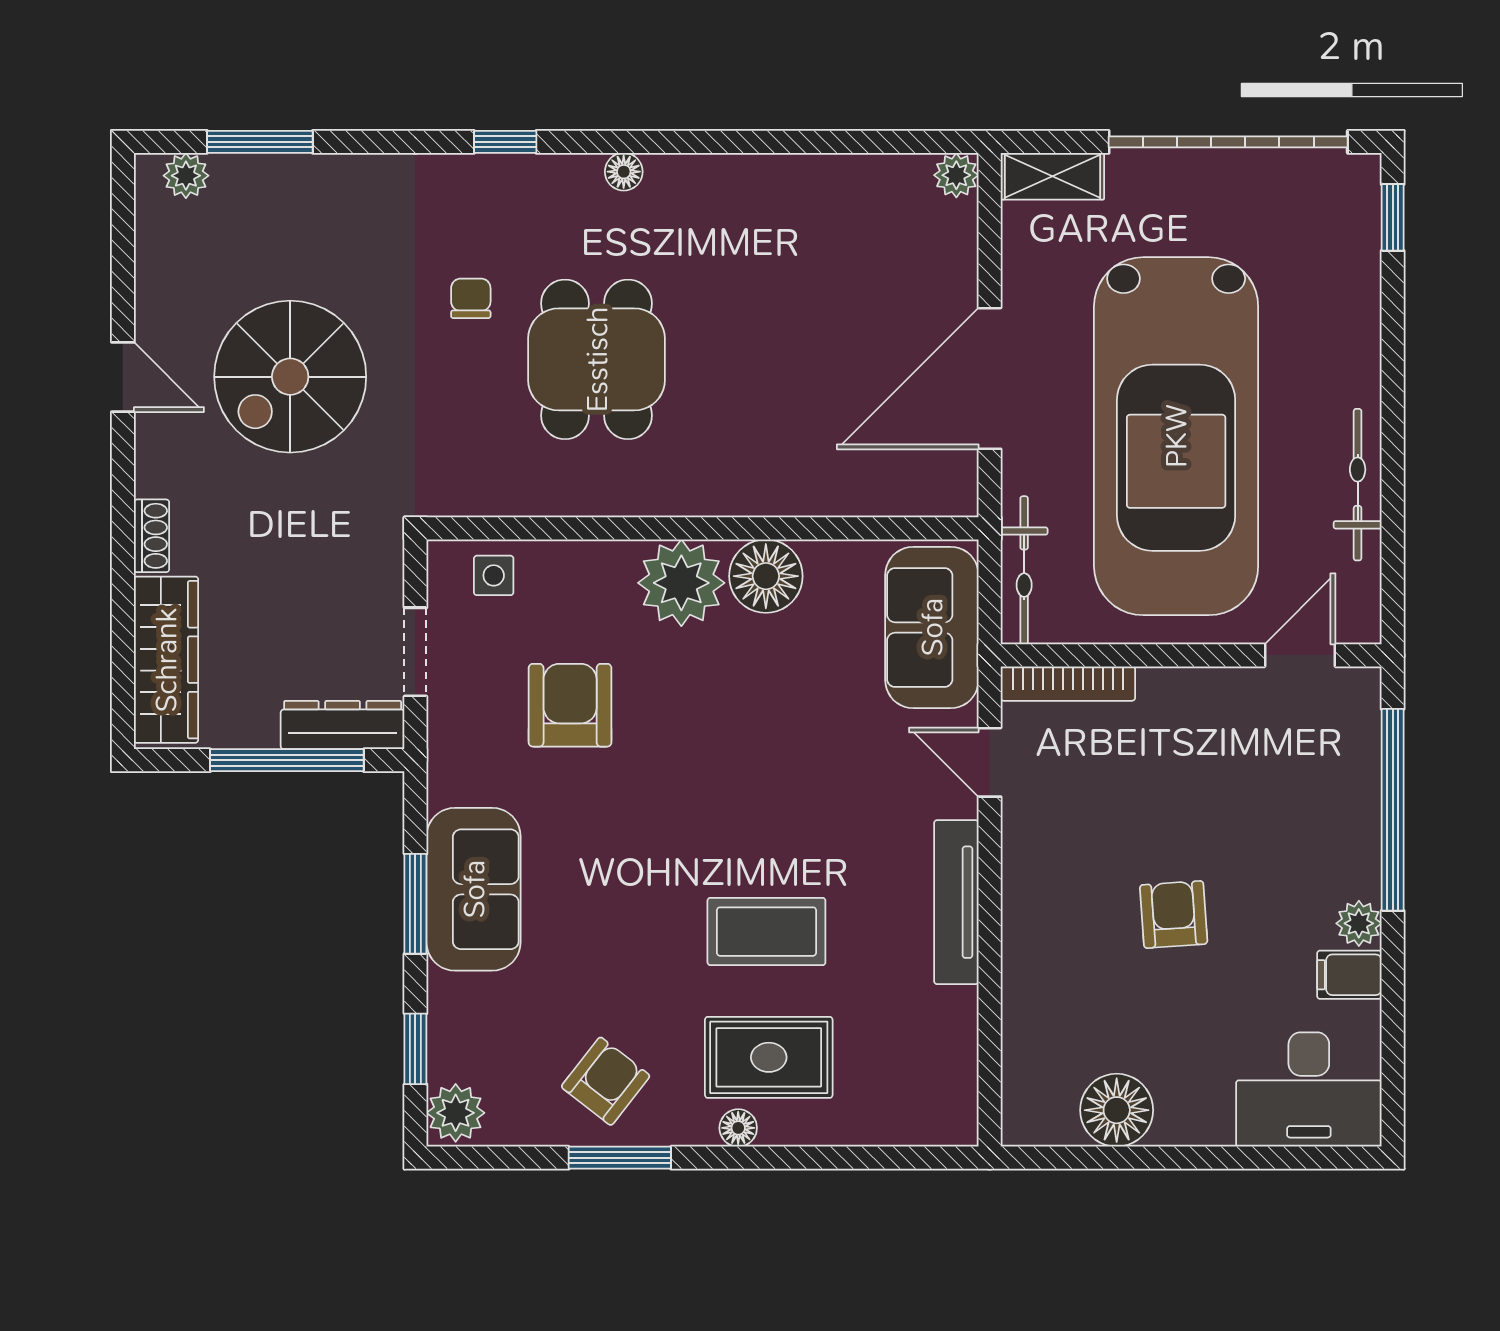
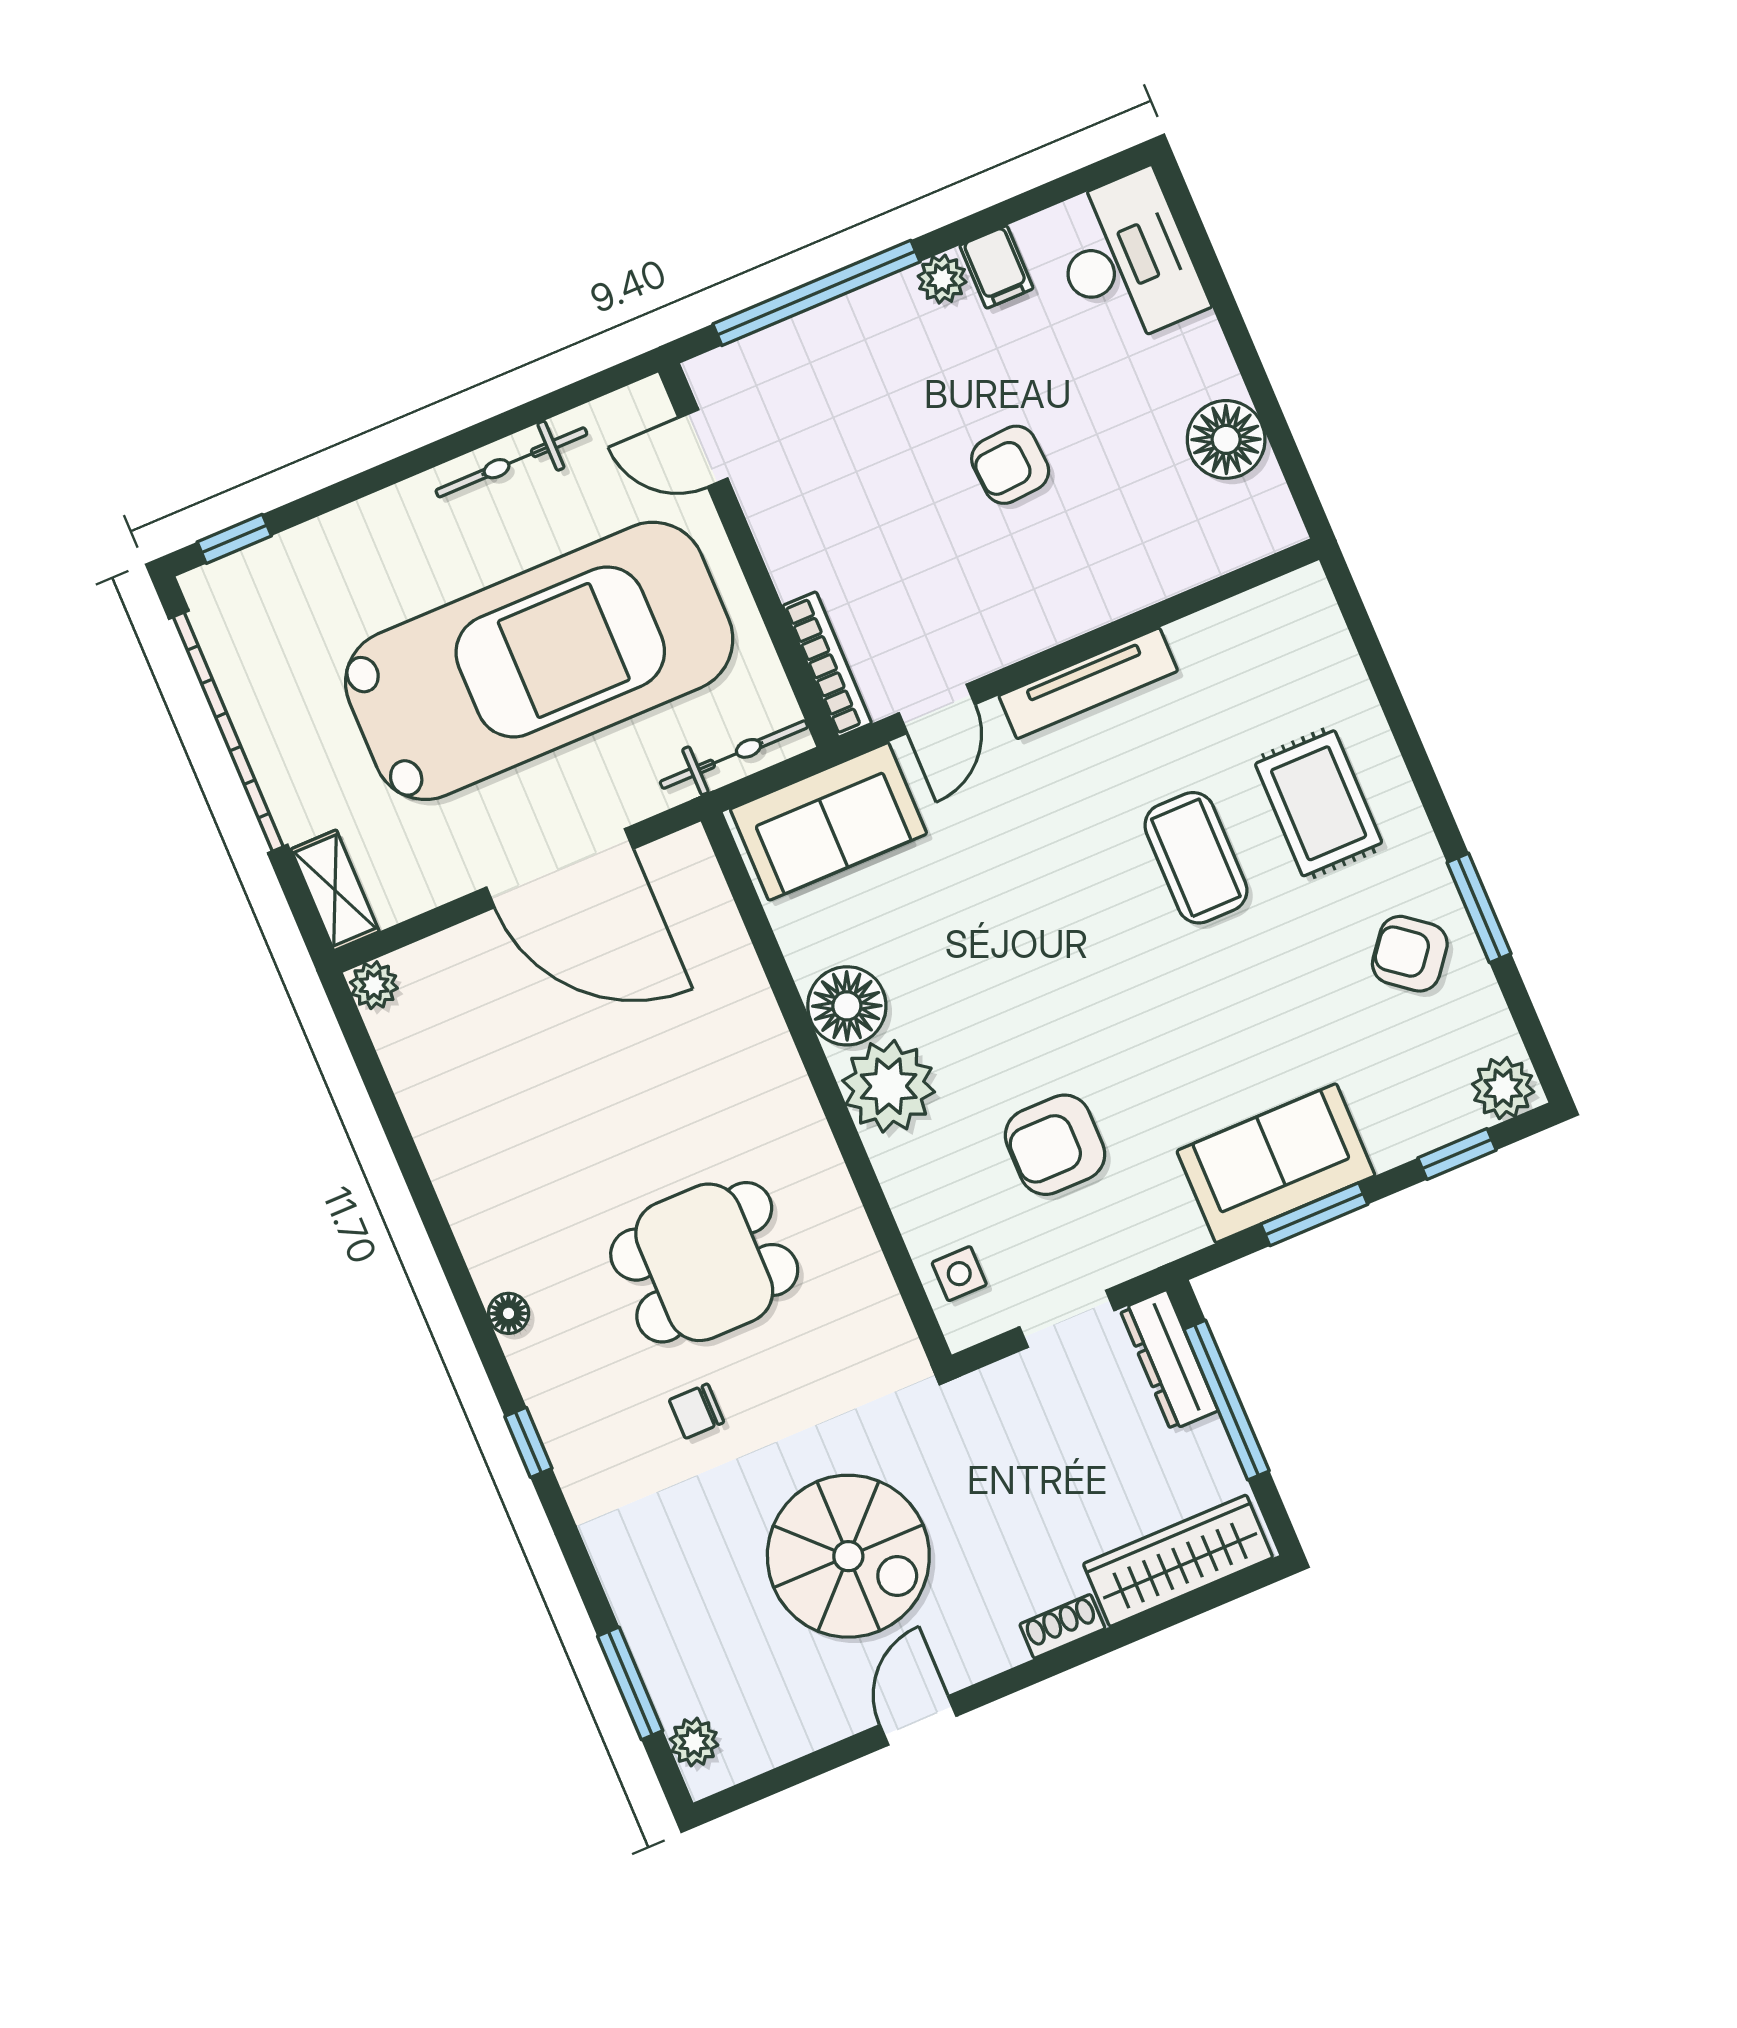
floor lamp: (738, 1128) -> (1401, 804), removed

